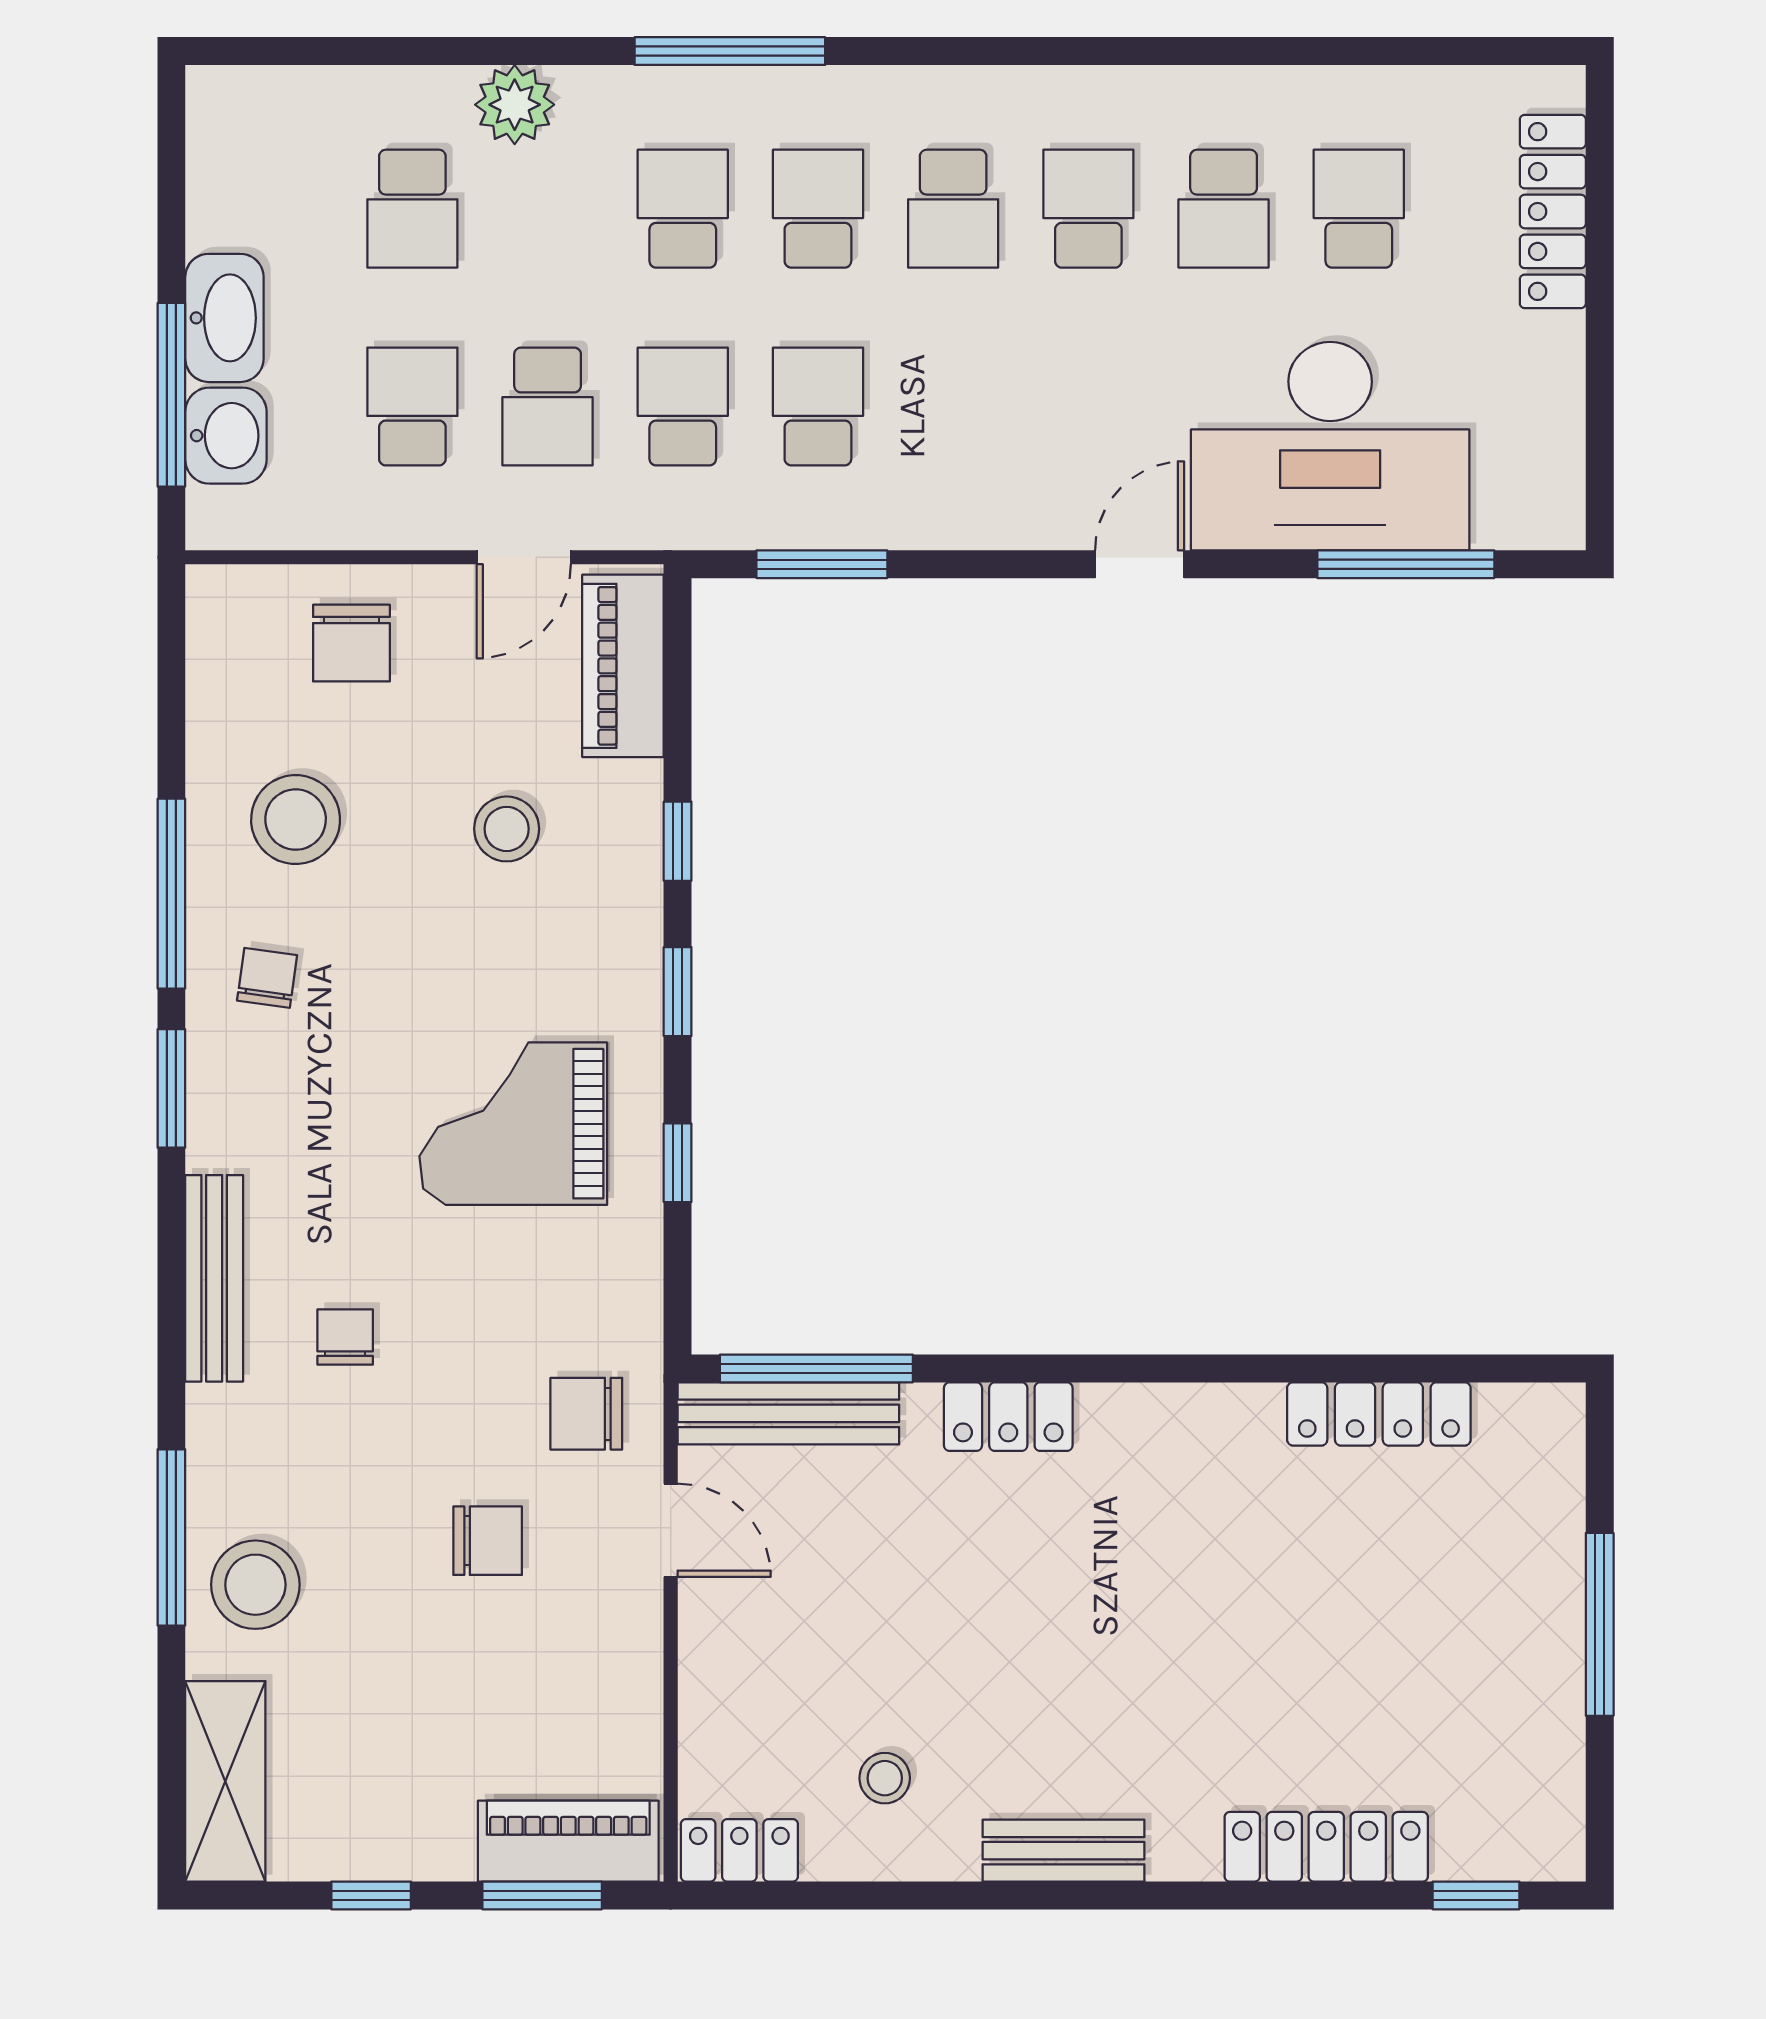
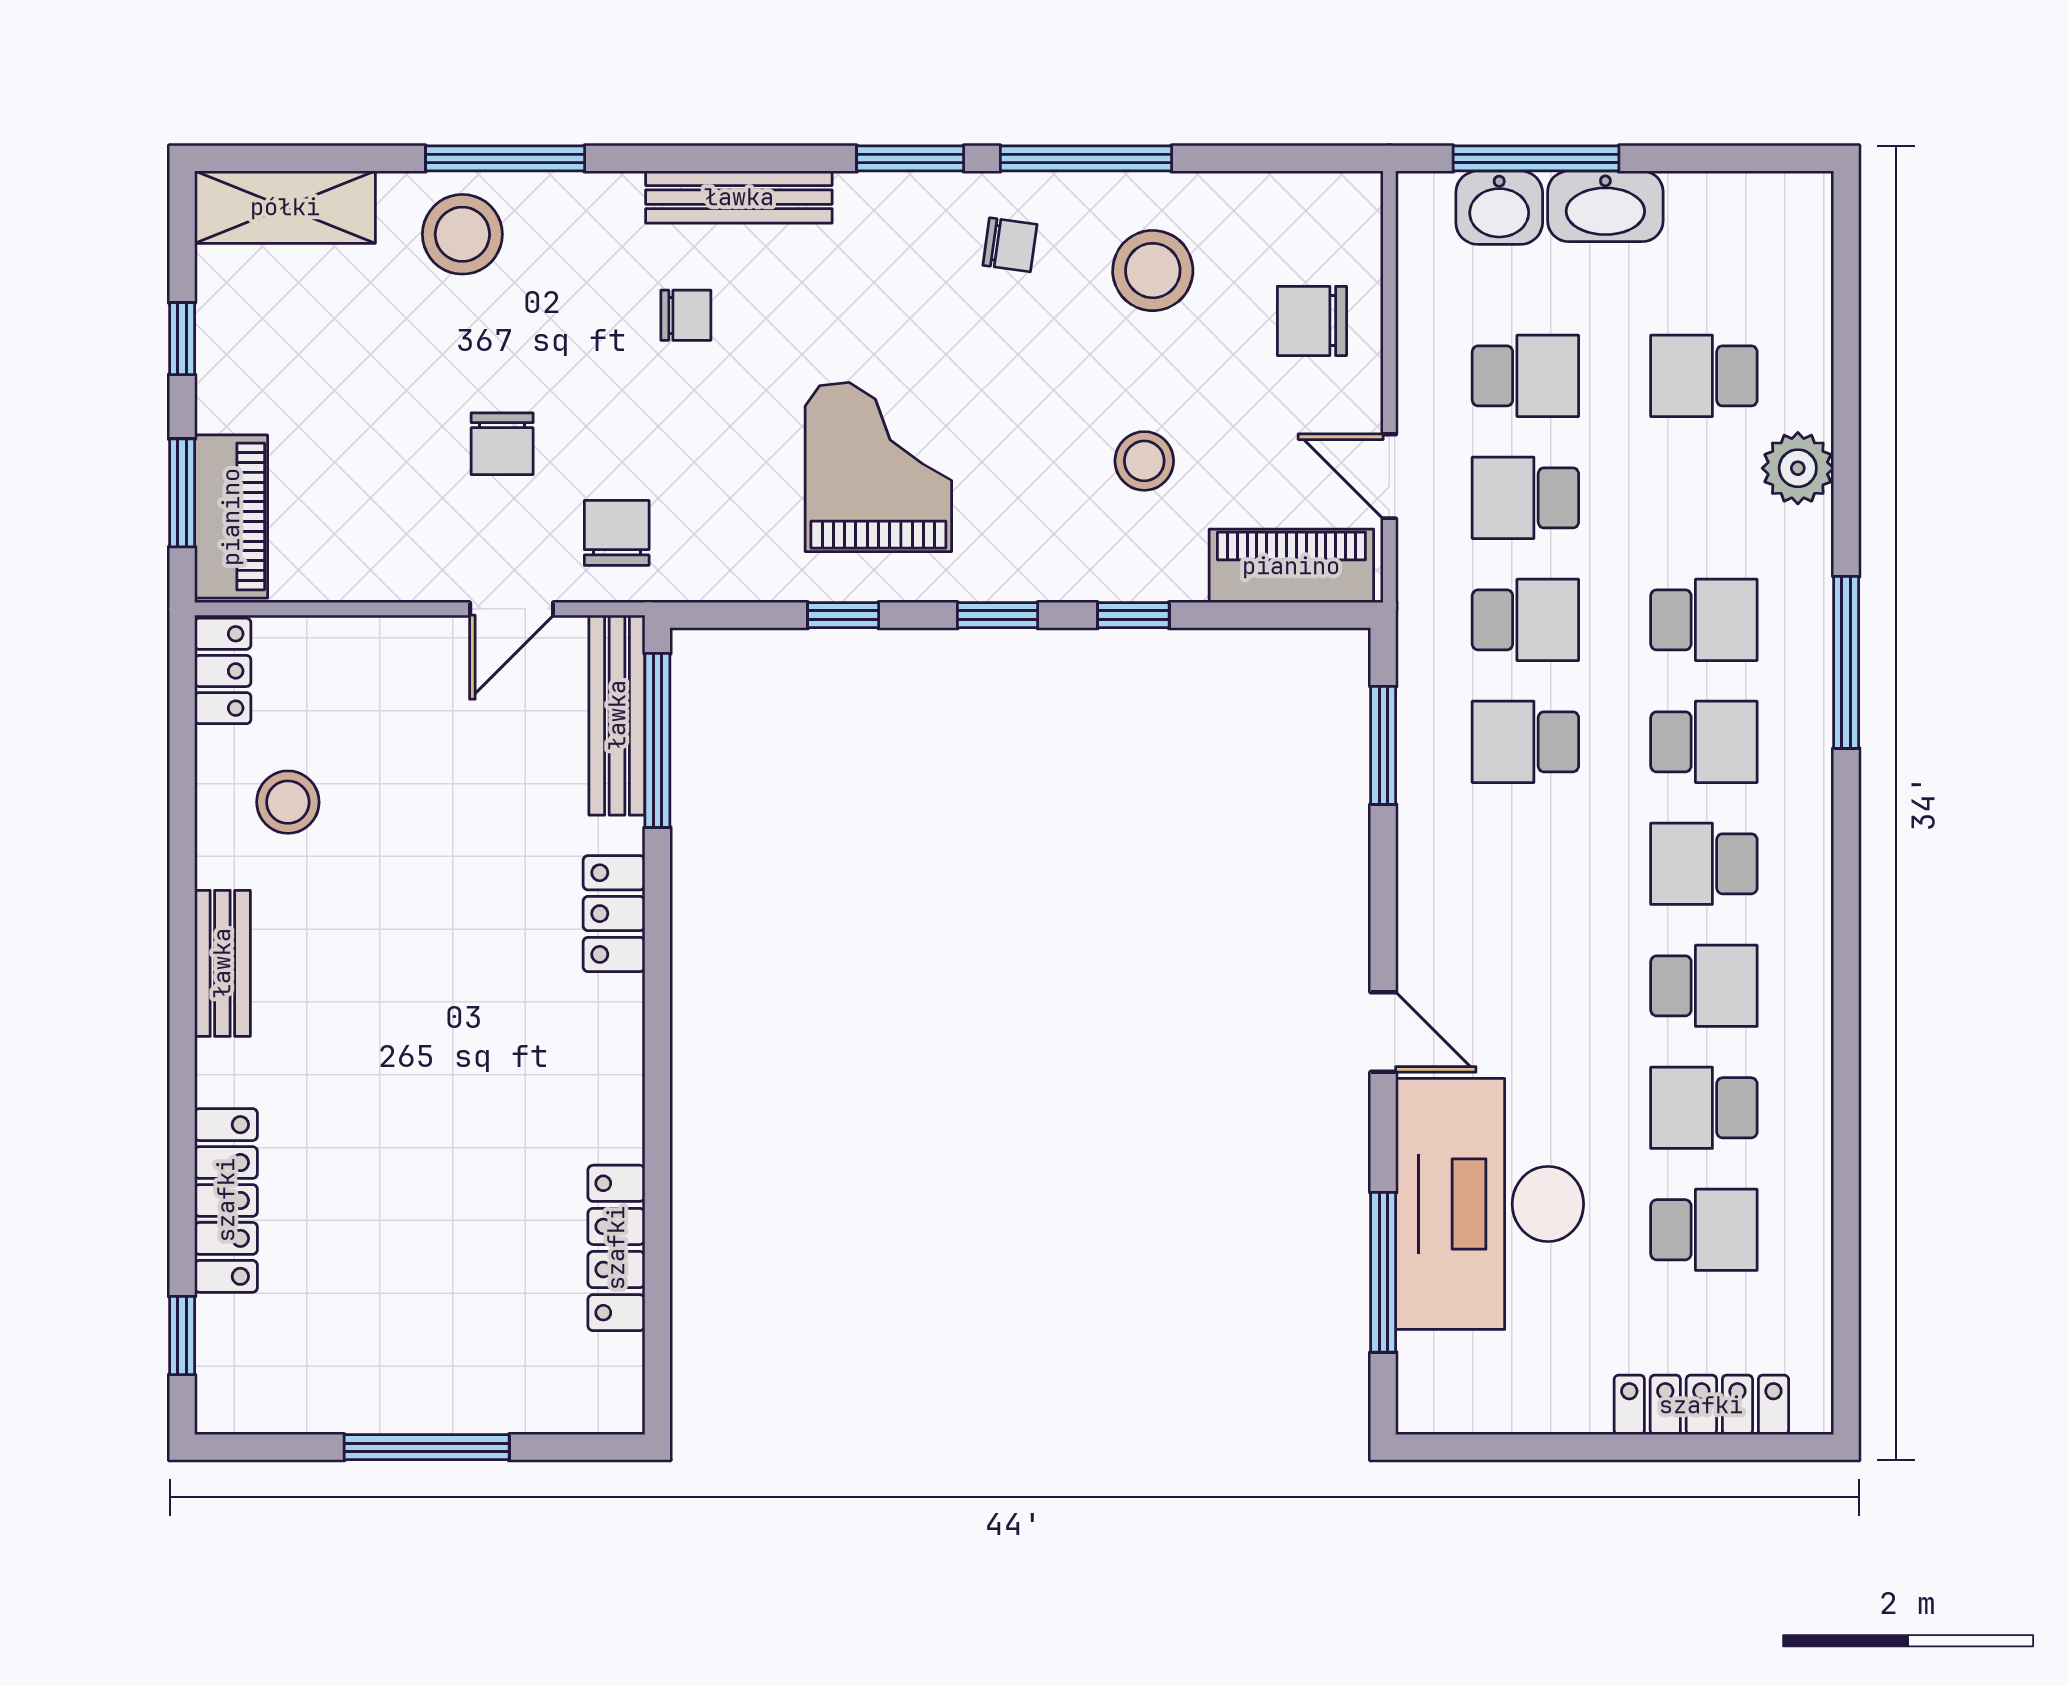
school desk: (818, 407) -> (1525, 742), turned 180
stool: (885, 1778) -> (288, 802), width x1.37, depth x1.37

